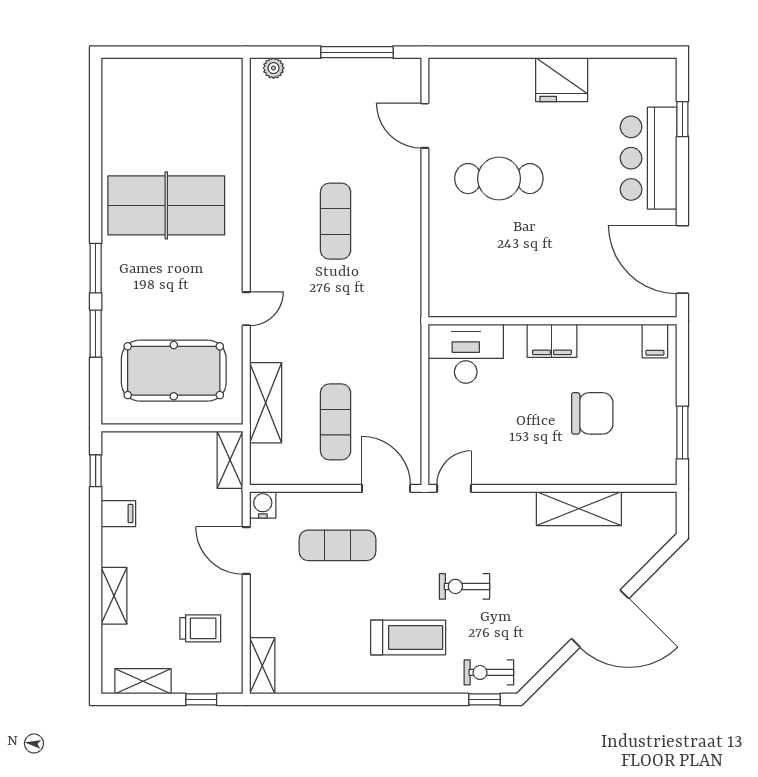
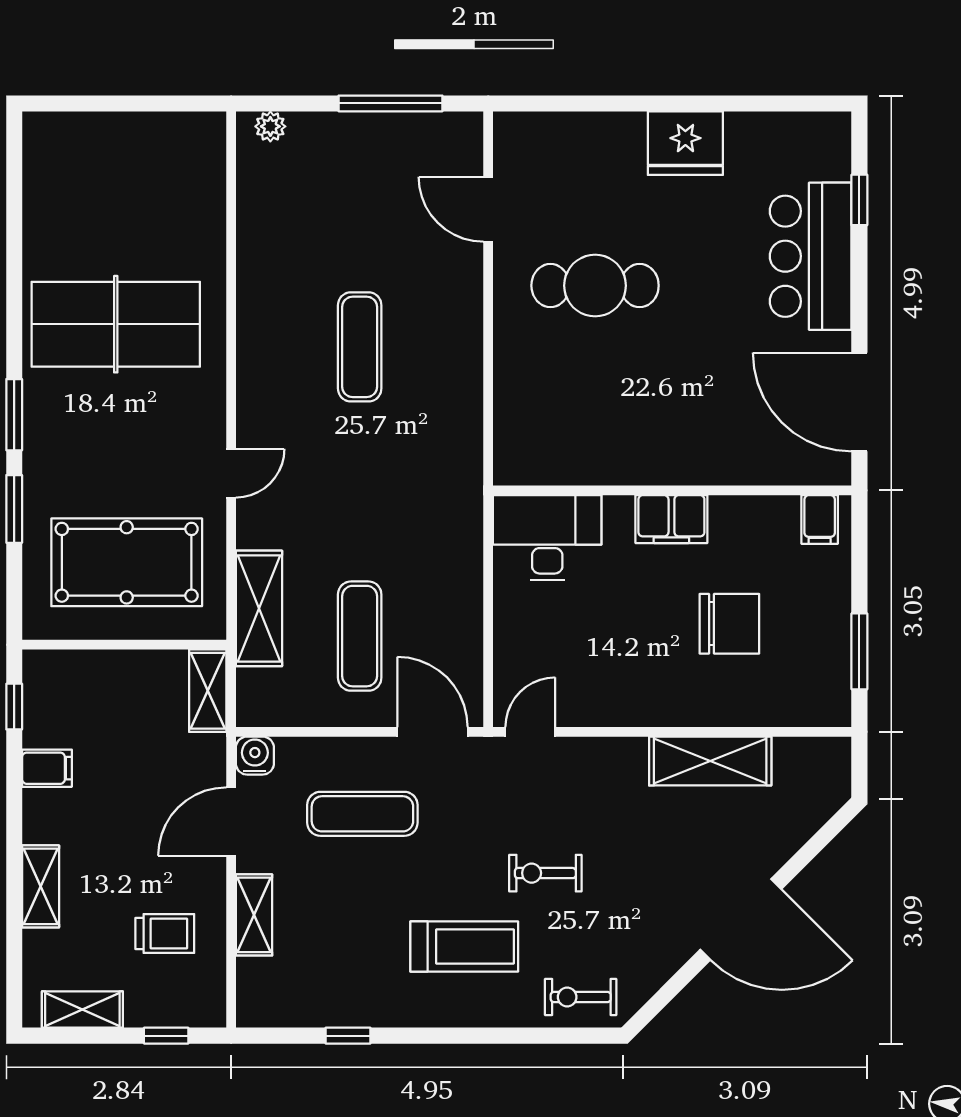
door: (246, 551) -> (231, 821), hinge flipped
shelving: (262, 666) -> (254, 915), moved
window: (484, 699) -> (348, 1036), moved

